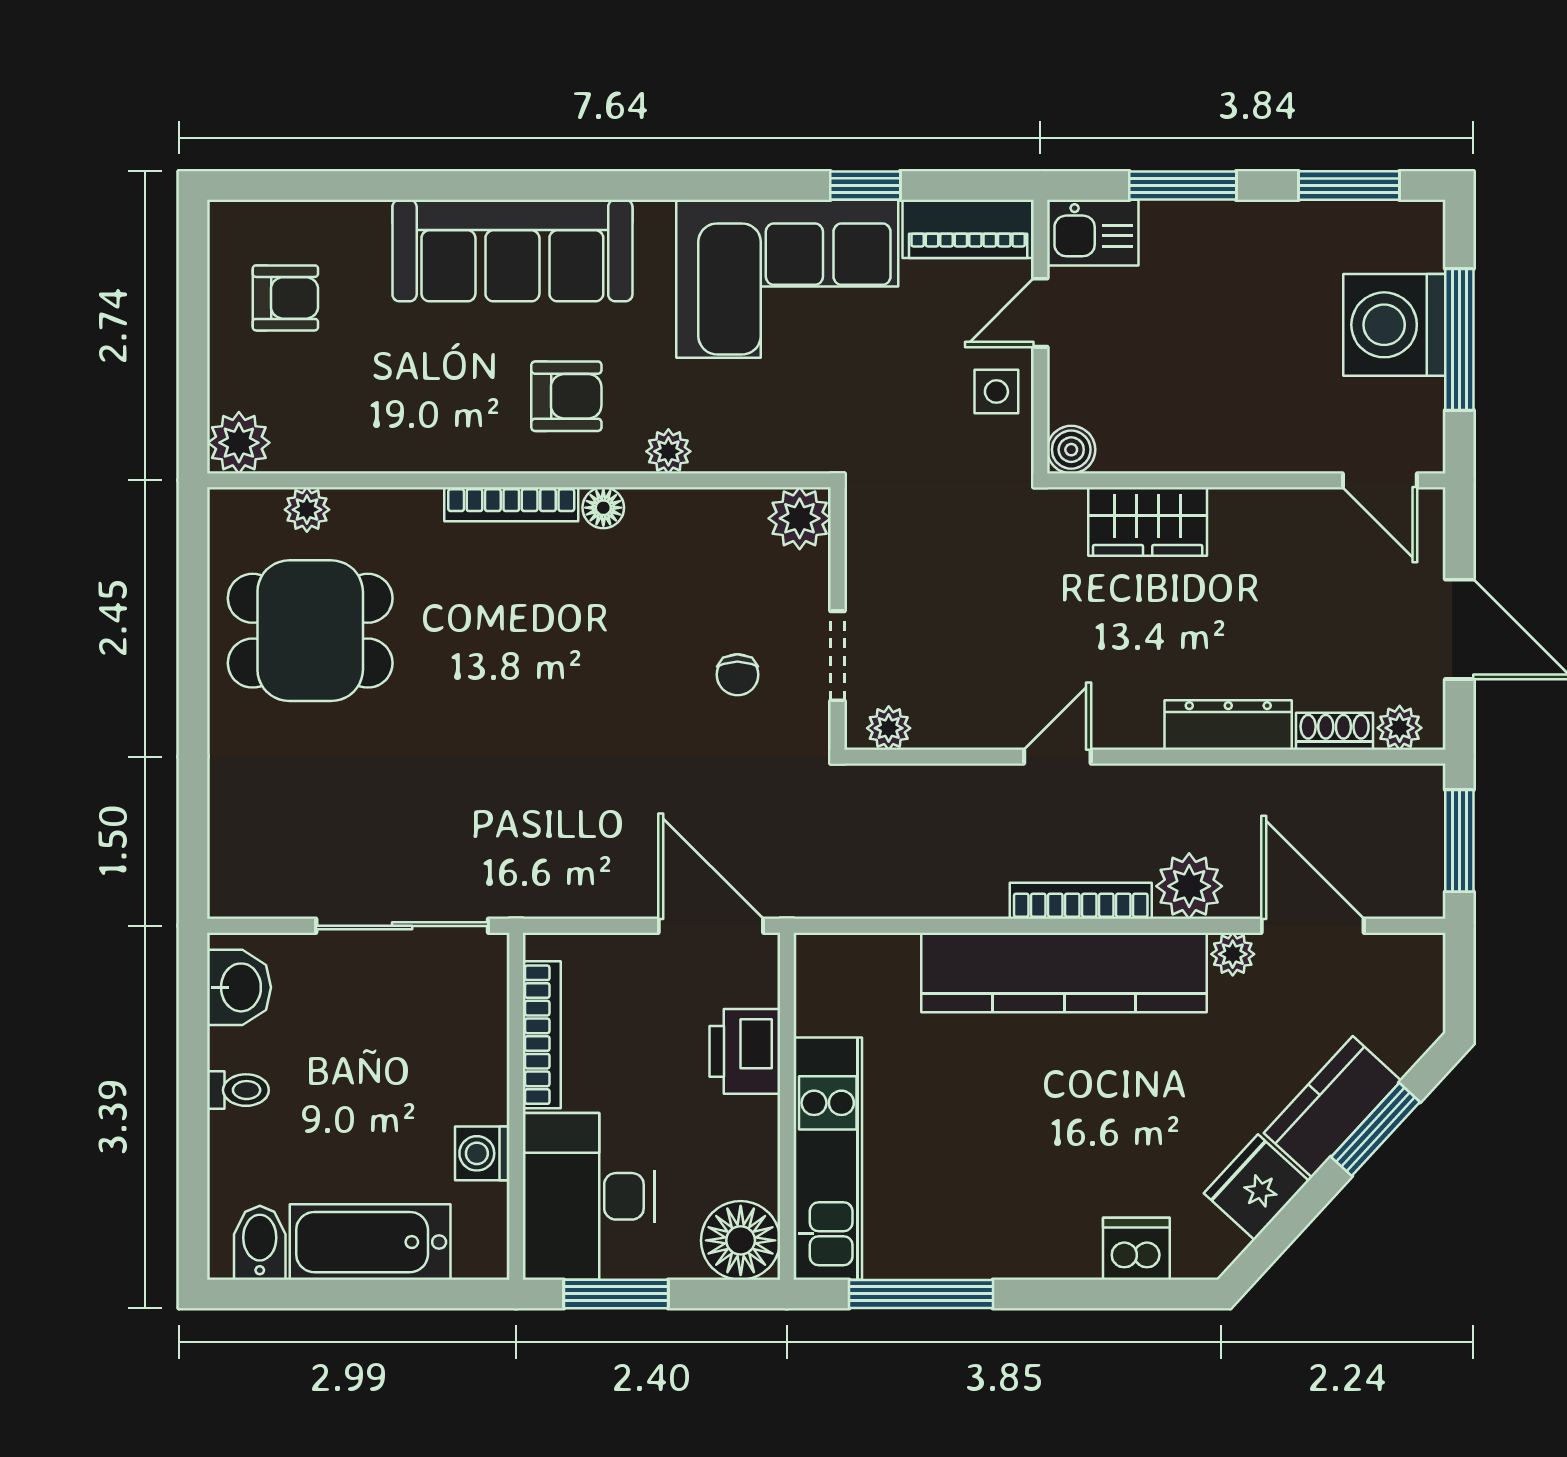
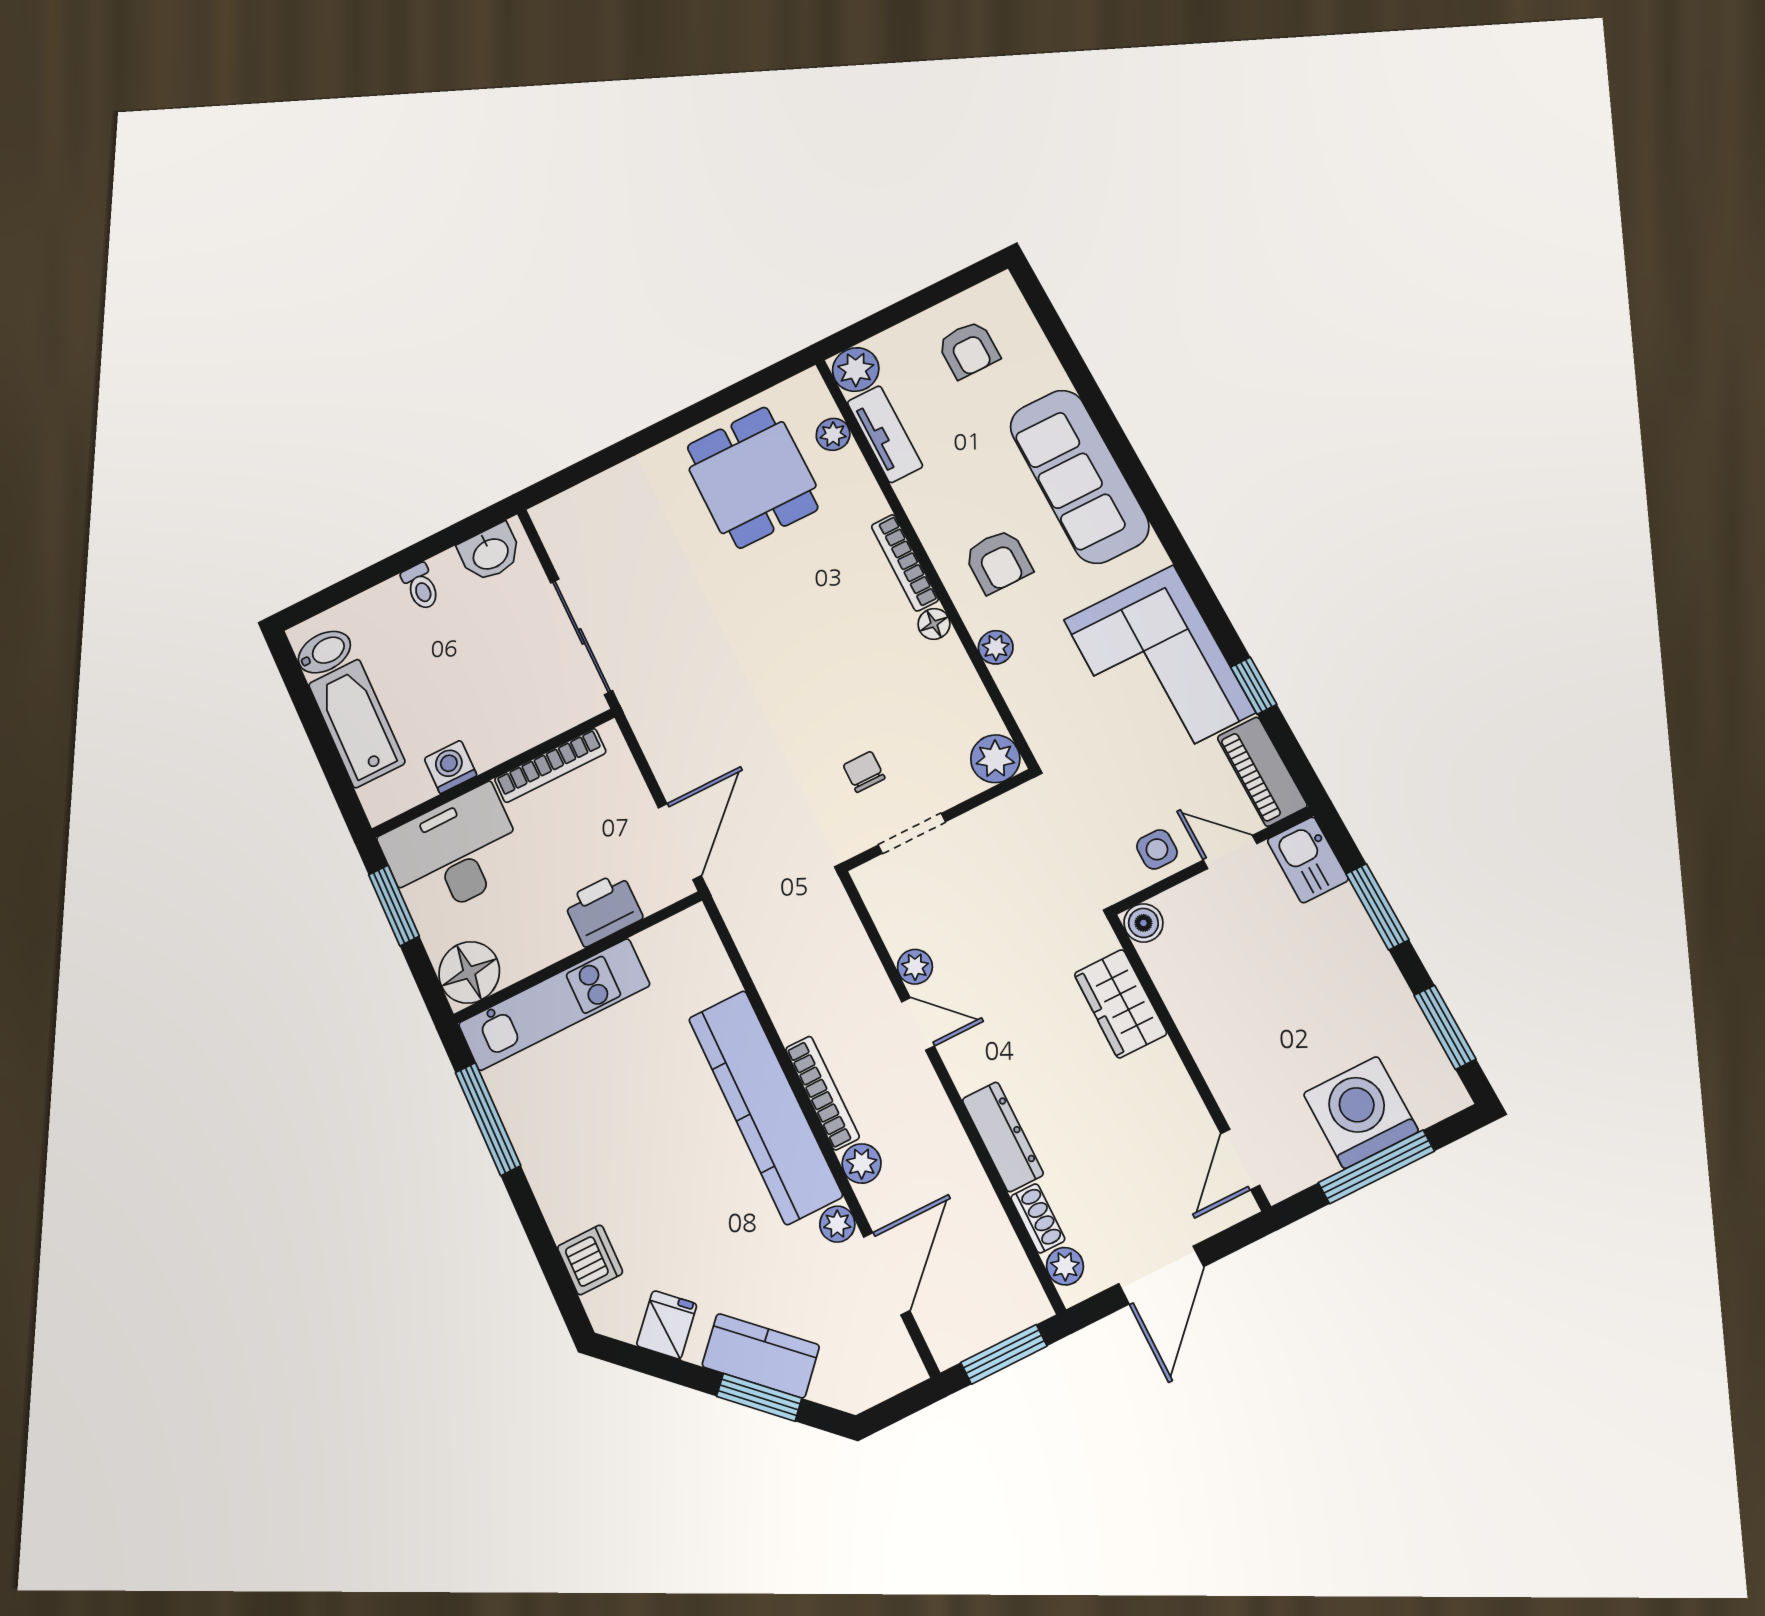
tv unit: (339, 449) -> (885, 434), added
chair: (737, 675) -> (864, 772), turned 90
plant: (889, 728) -> (915, 967), moved
plant: (1189, 886) -> (862, 1163), width x0.73, depth x0.73
fridge: (1256, 1187) -> (667, 1325), width x0.72

